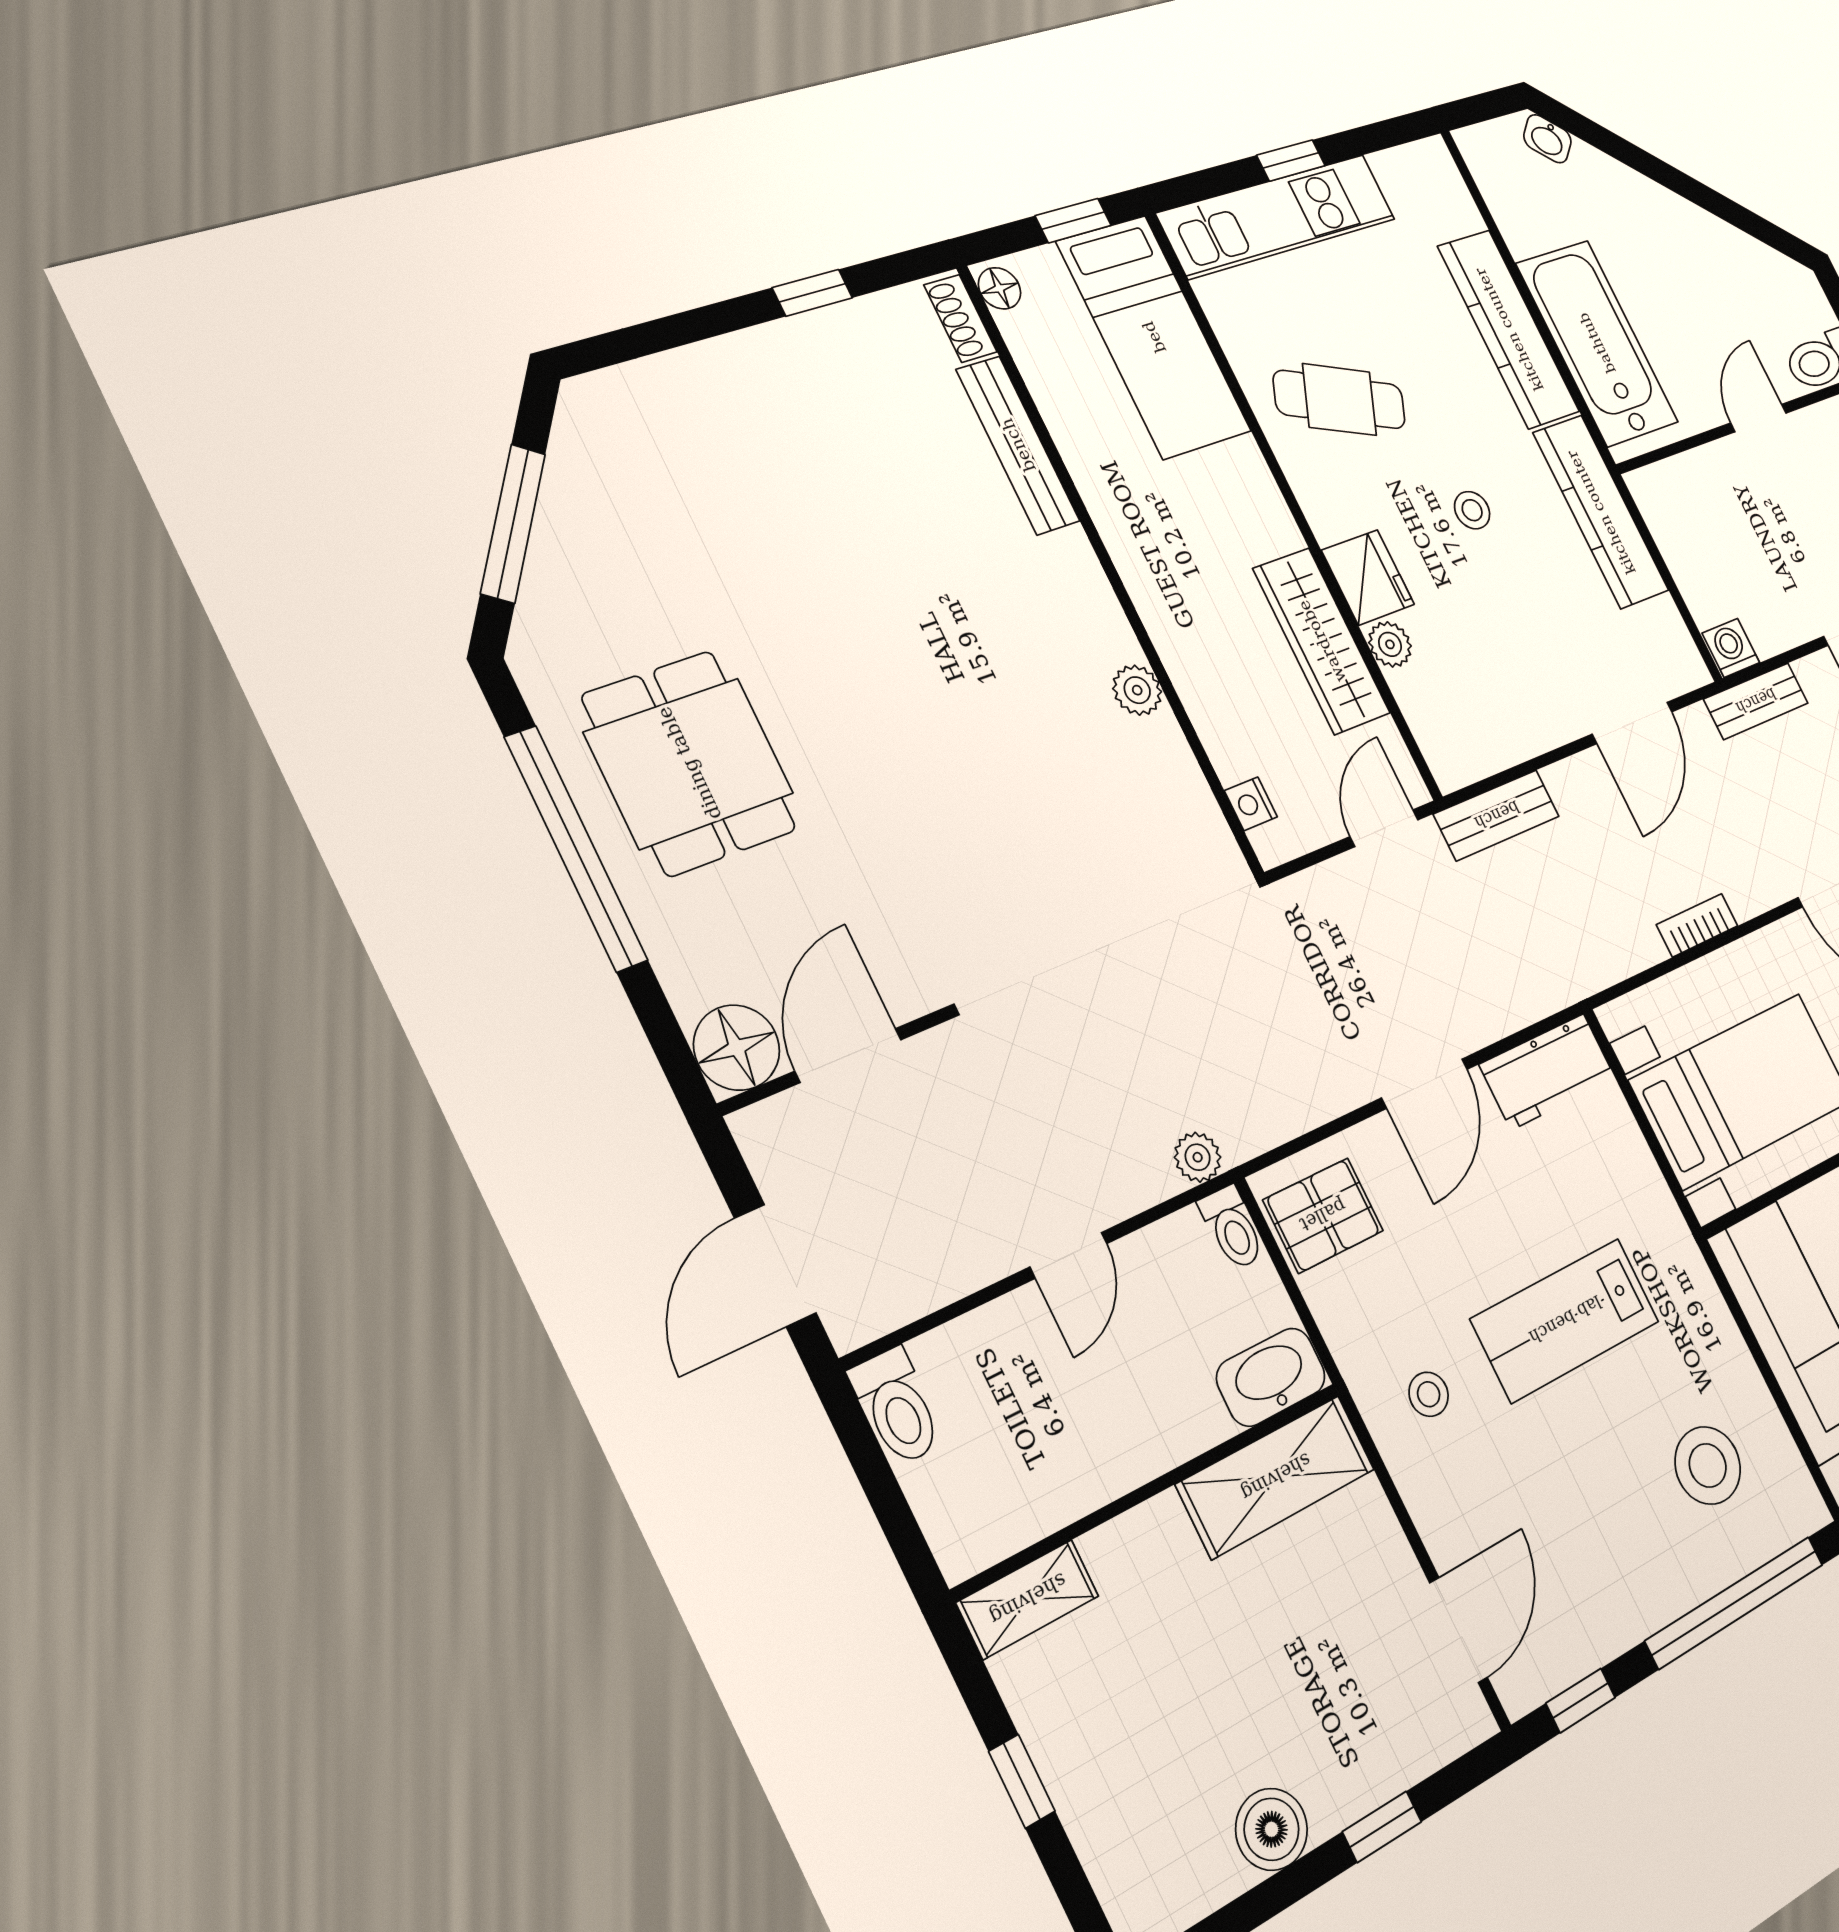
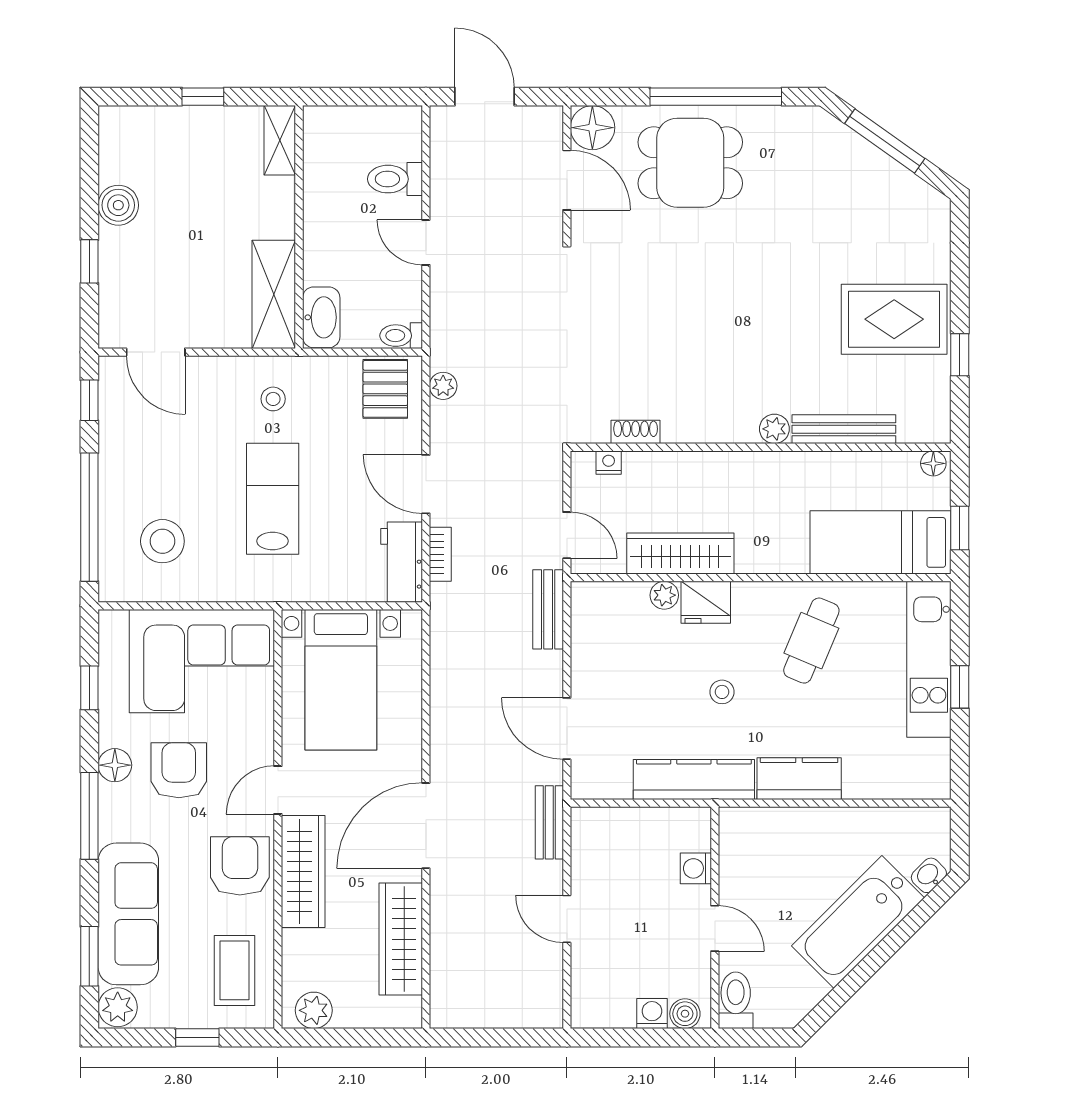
shoe rack: (960, 318) -> (636, 432), moved
kitchen counter: (1509, 329) -> (799, 779), width x0.67
bathtub: (1597, 343) -> (858, 922), moved, turned 135
rug: (808, 417) -> (894, 319), added
washing machine: (1731, 648) -> (696, 868), moved, turned 180
plant: (1137, 690) -> (774, 429), moved
dining table: (689, 763) -> (690, 163), moved
bookcase: (1697, 925) -> (440, 554), moved
plant: (1198, 1157) -> (443, 386), moved
toilet: (897, 1407) -> (395, 179), moved

